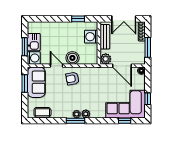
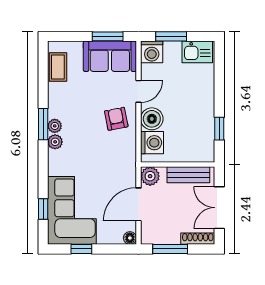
washing machine: (91, 37) -> (152, 143), moved, turned 90
kitchen sink: (34, 42) -> (197, 52), moved

